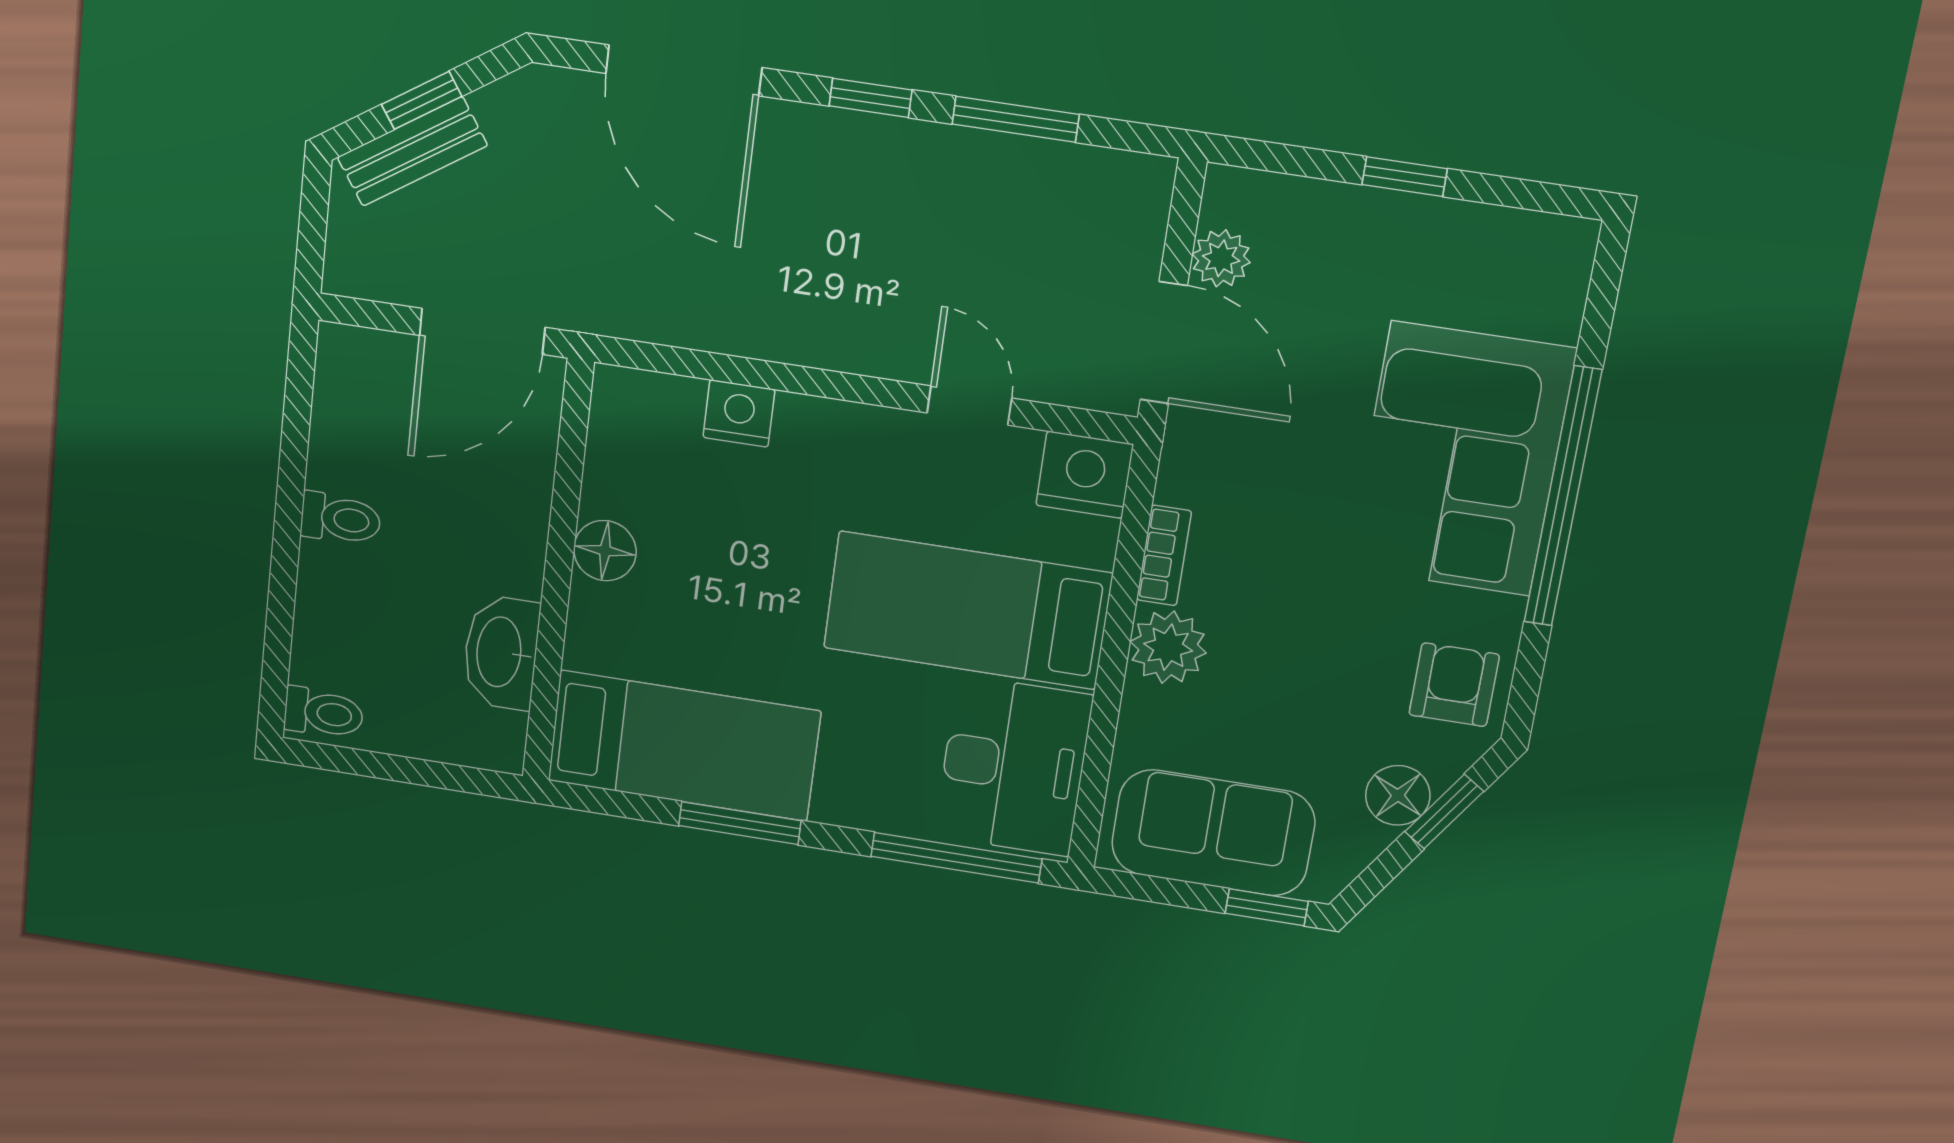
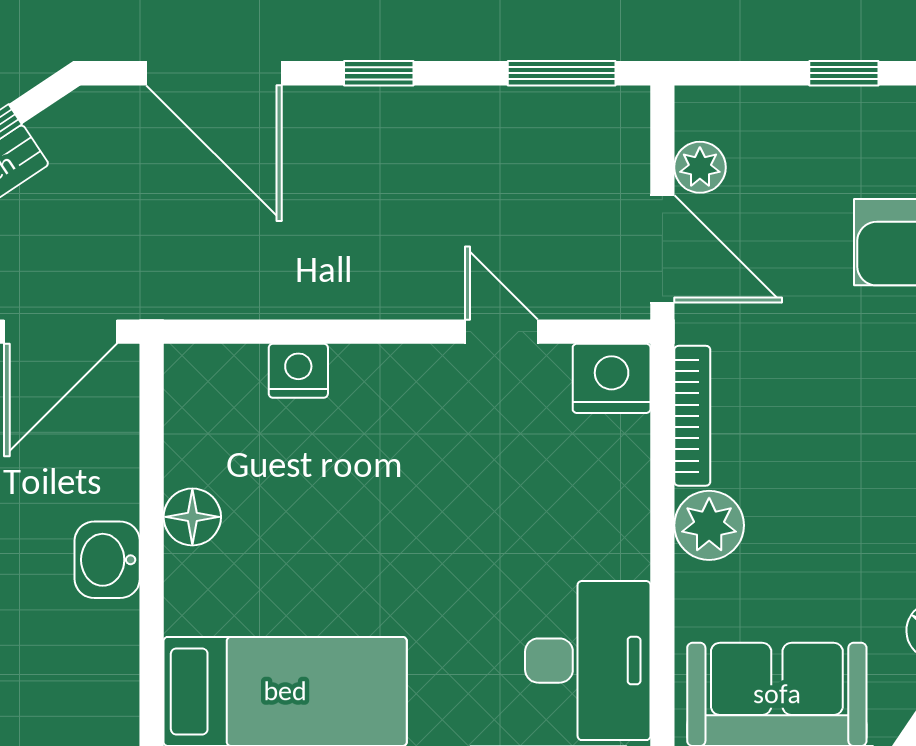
window: (1016, 119) -> (562, 73), moved
bookcase: (1164, 555) -> (692, 416), width x1.56
bed: (968, 610) -> (526, 520), removed
washbasin: (501, 652) -> (107, 560), moved, width x0.72

